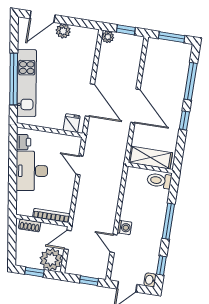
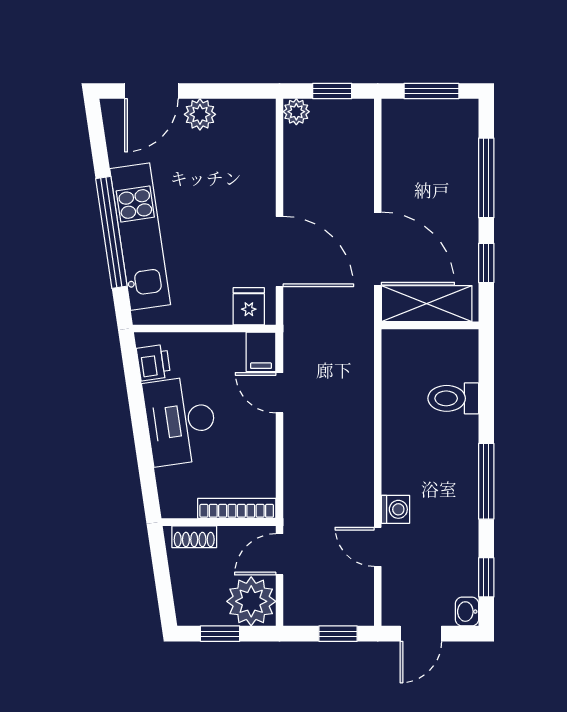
filing cabinet: (74, 145) -> (261, 352), added
shelving: (150, 158) -> (427, 304), moved
wall: (150, 168) -> (430, 325), moved

